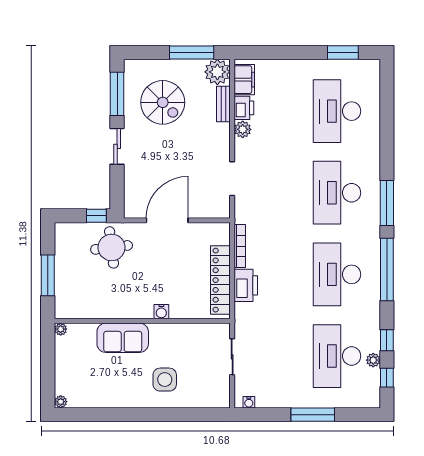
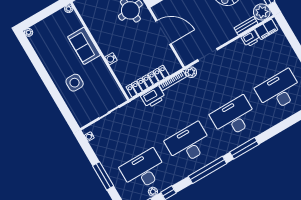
plant: (243, 129) -> (191, 72), moved

